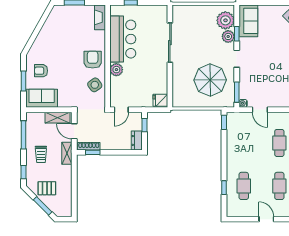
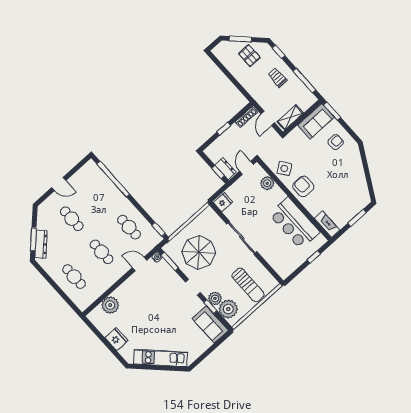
sun lounger: (196, 25) -> (248, 285), added
sliding door: (170, 43) -> (242, 238), moved
armchair: (93, 60) -> (303, 186), turned 180
plant: (116, 70) -> (267, 183), moved
window: (24, 81) -> (332, 111), moved
door: (74, 131) -> (268, 118), swing flipped
dresser: (137, 140) -> (226, 169), moved
window: (93, 152) -> (224, 129), moved
shelving: (67, 153) -> (258, 96), removed
cafe table: (244, 186) -> (129, 227), moved
pallet: (47, 188) -> (249, 56), turned 90
window: (224, 188) -> (113, 179), width x3.17

